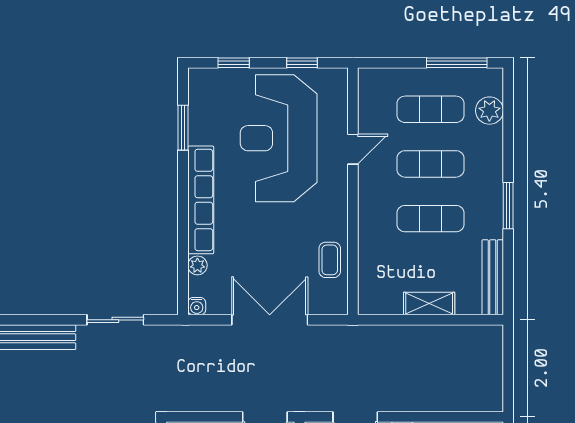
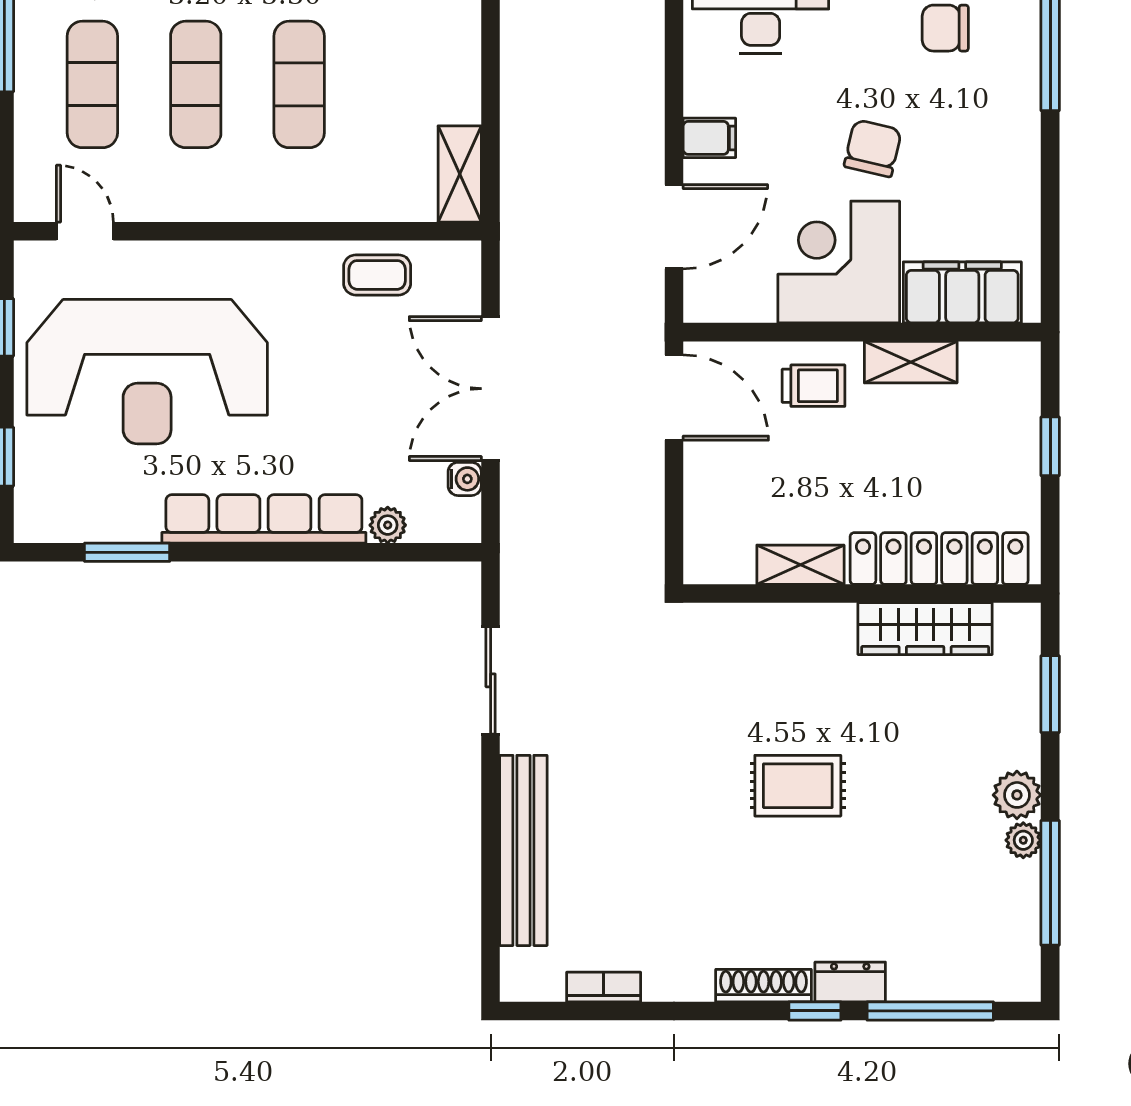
door: (353, 149) -> (85, 231), moved
shelving: (429, 304) -> (460, 174), moved
water cooler: (197, 306) -> (465, 479), moved

